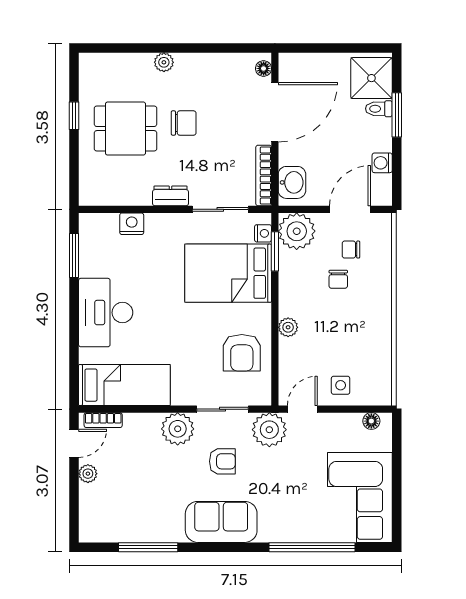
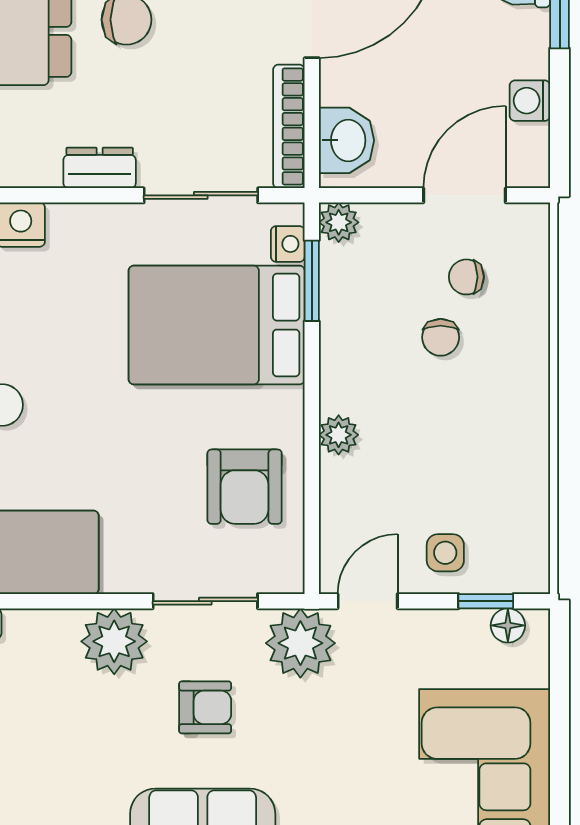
plant: (297, 231) -> (339, 222), width x0.53, depth x0.53
window: (360, 409) -> (486, 601), added

